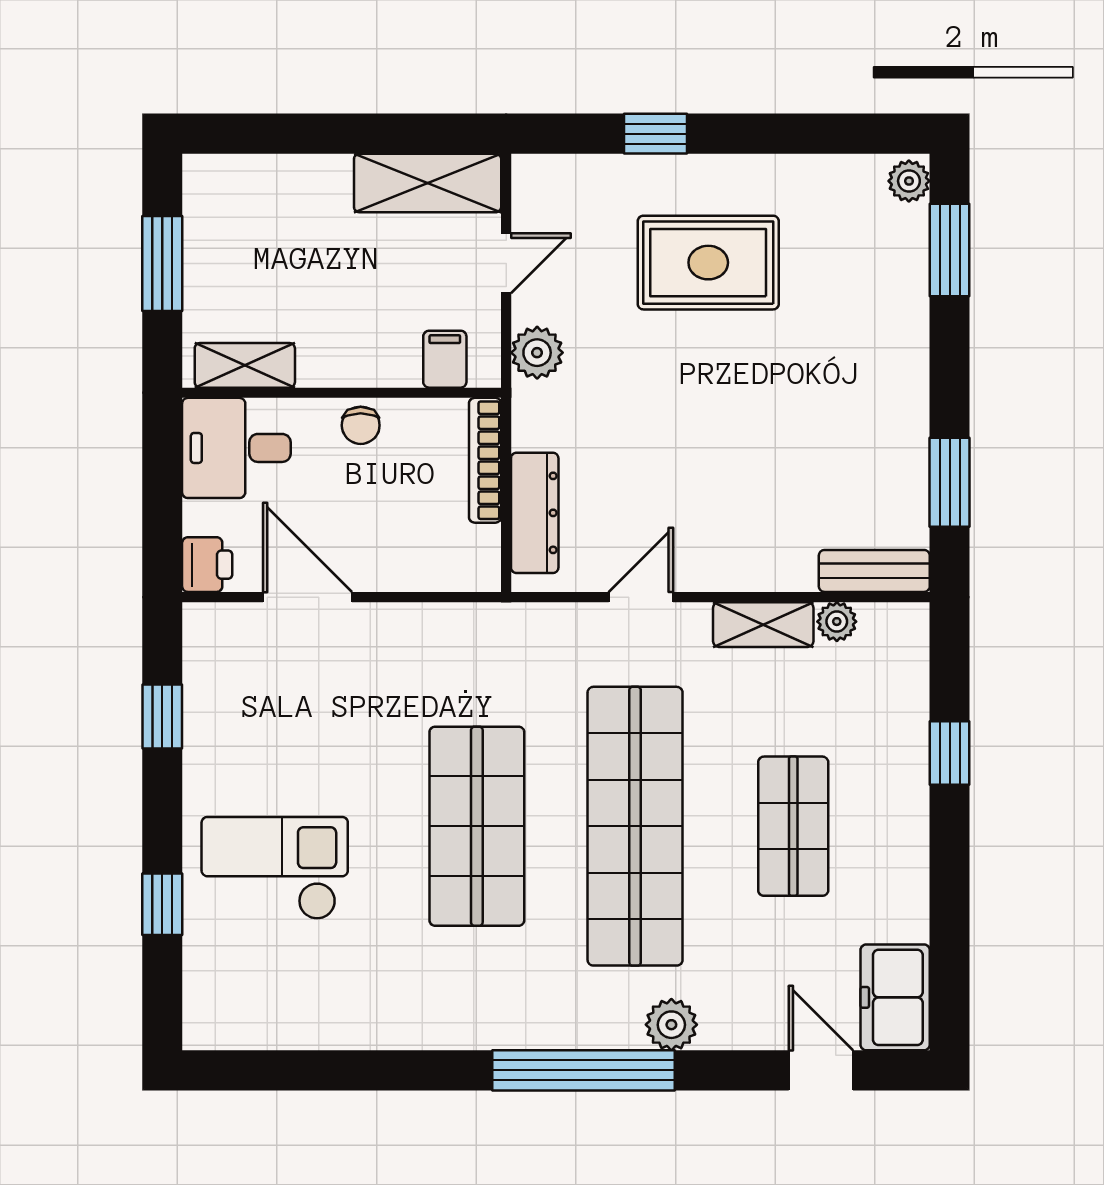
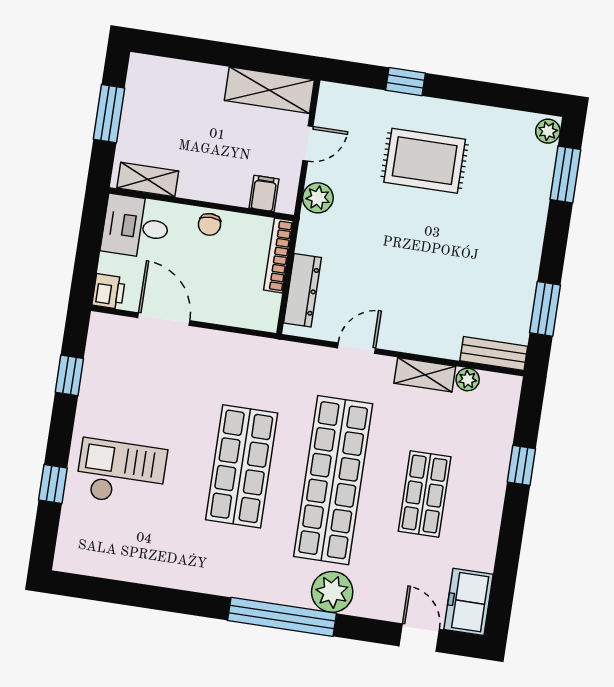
plant: (671, 1025) -> (332, 592), width x1.36, depth x1.36

